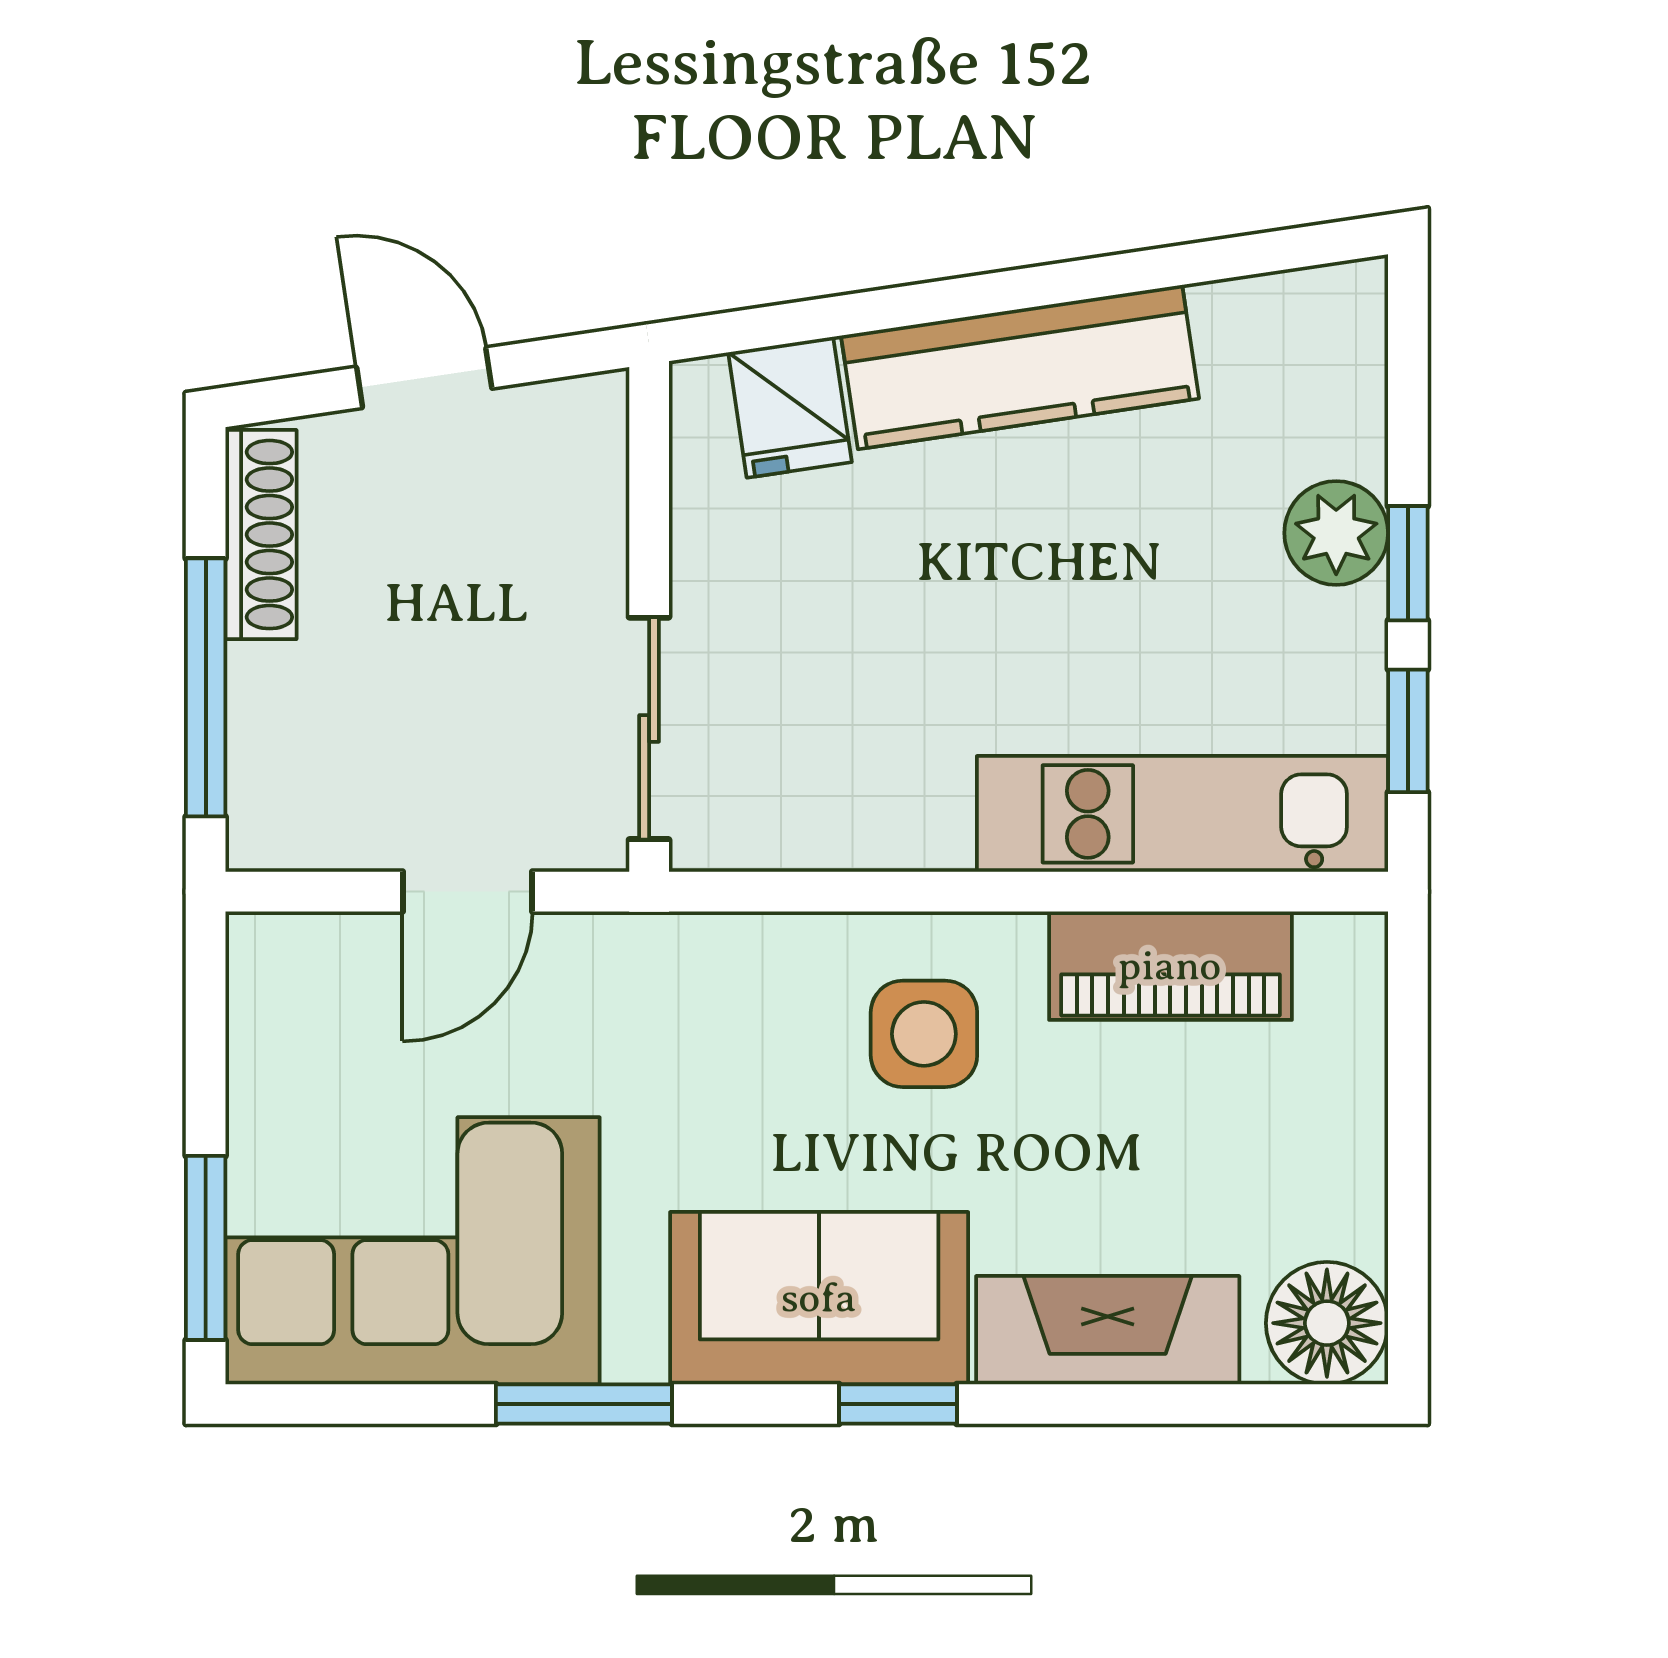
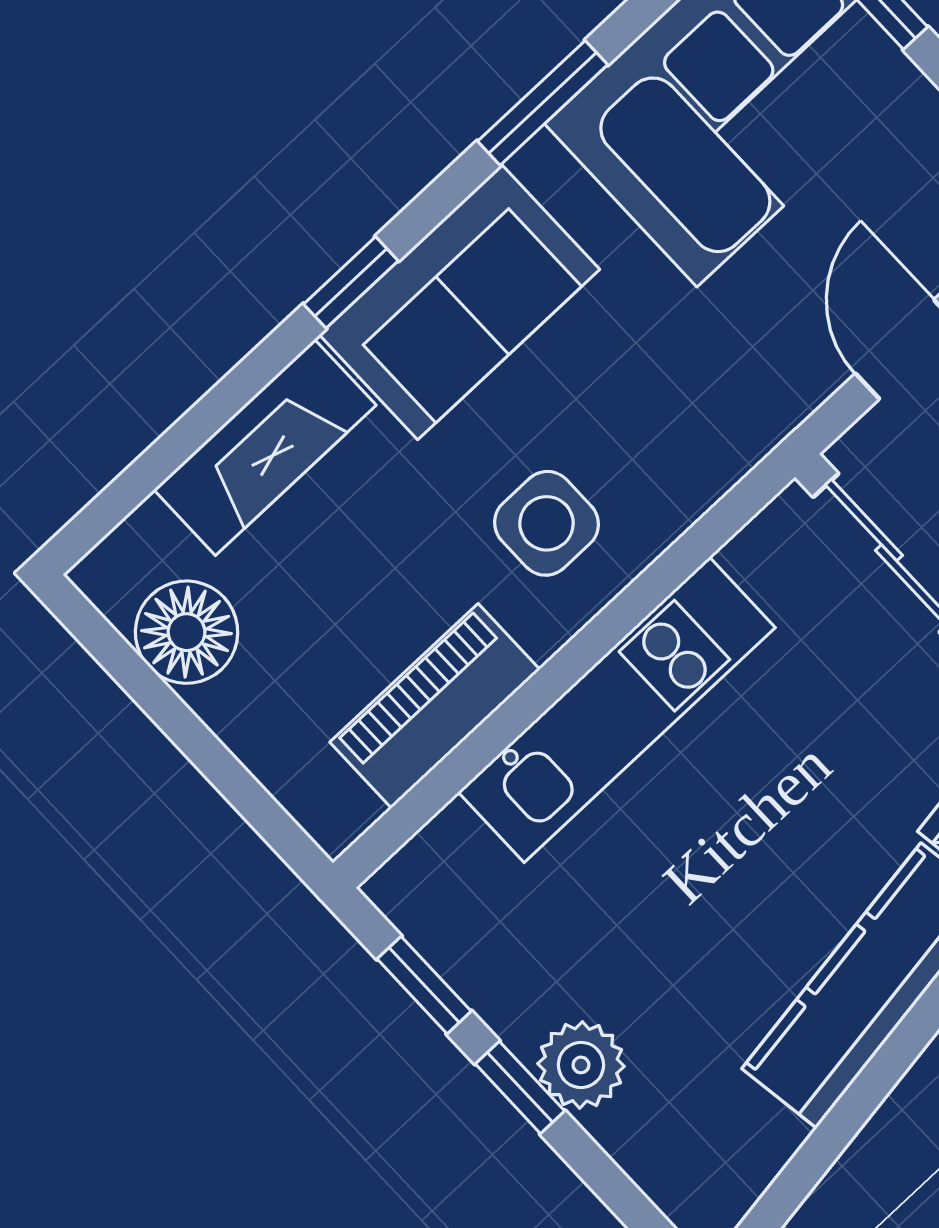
kitchen unit: (1182, 814) -> (617, 710), moved
floor lamp: (1327, 1323) -> (187, 632), moved

